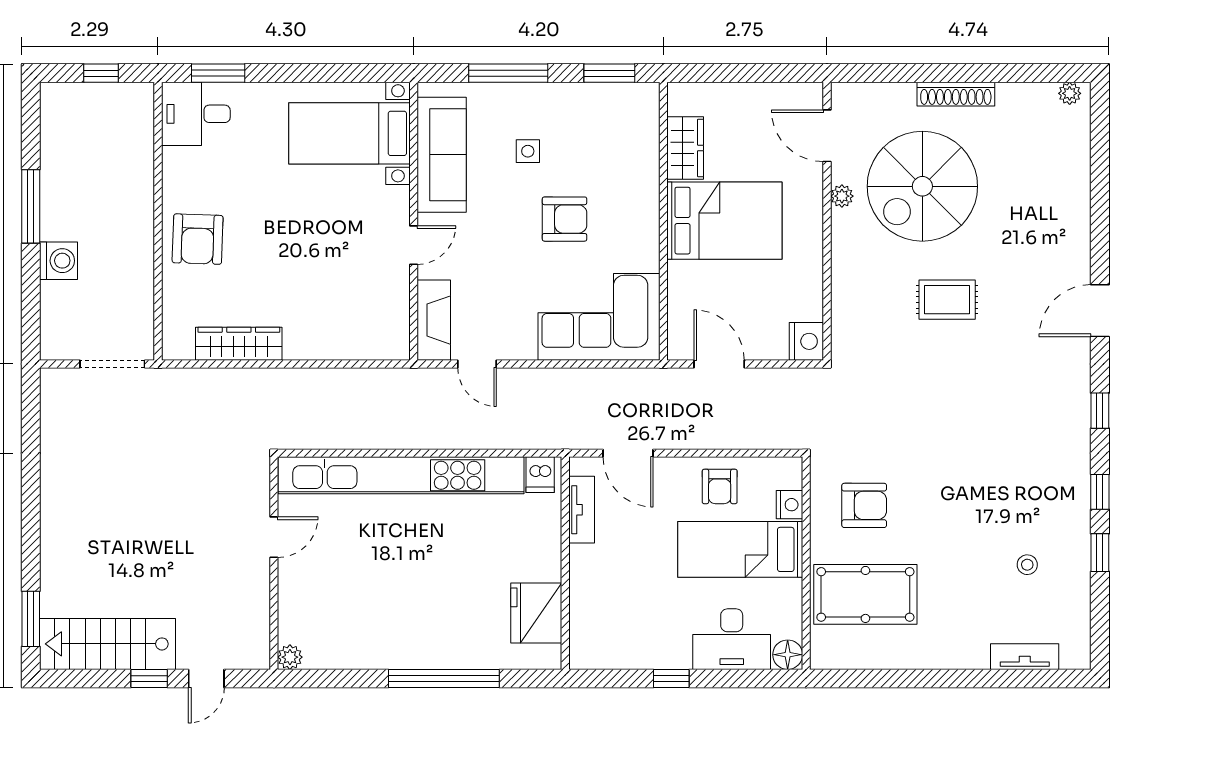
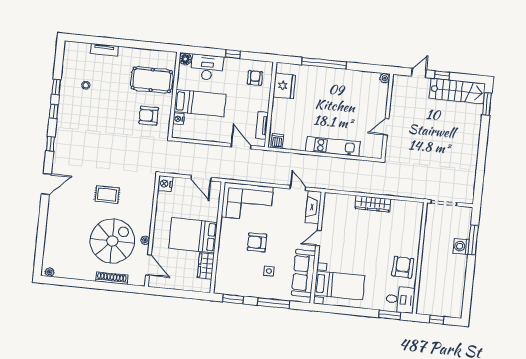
shoe rack: (956, 94) -> (112, 278), moved
window: (31, 206) -> (473, 240), moved
armchair: (198, 239) -> (403, 267), moved
wardrobe: (239, 344) -> (373, 204), moved
kitchen unit: (401, 475) -> (333, 146), width x0.54
armchair: (720, 486) -> (255, 78), moved
tv unit: (1025, 657) -> (104, 50), moved

